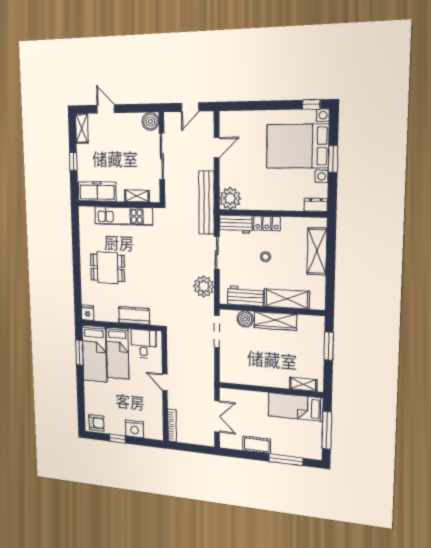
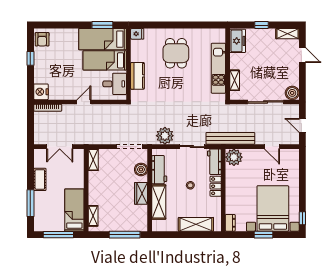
door: (106, 109) -> (302, 55), hinge flipped
freezer: (97, 191) -> (238, 41), width x0.71
wardrobe: (275, 321) -> (141, 193), width x0.67
window: (329, 346) -> (125, 235), width x1.44
shelving: (233, 377) -> (93, 160), added
nightstand: (135, 429) -> (41, 92), moved

